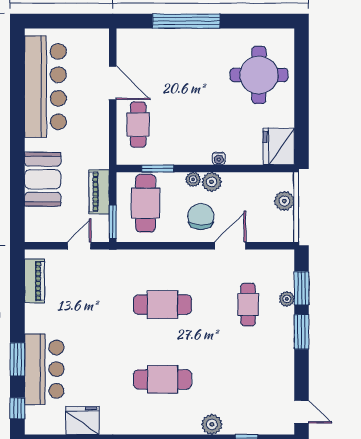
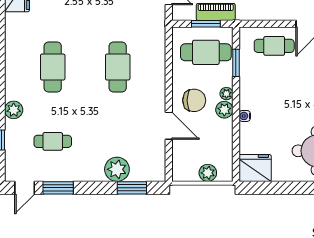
window: (113, 222) -> (206, 24), moved
plant: (287, 299) -> (117, 169), width x1.87, depth x1.87
cafe table: (248, 305) -> (53, 141), moved
window: (301, 332) -> (58, 188), moved

